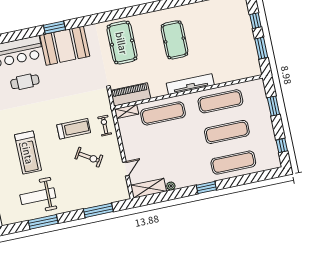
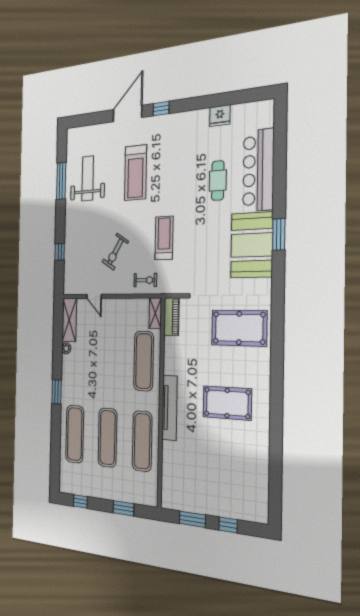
piano: (131, 94) -> (171, 317), width x0.73, depth x0.75
treadmill: (74, 129) -> (164, 238), moved, turned 180
treadmill: (28, 153) -> (136, 173), turned -90
window: (98, 210) -> (60, 252), width x0.46

